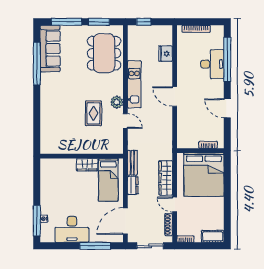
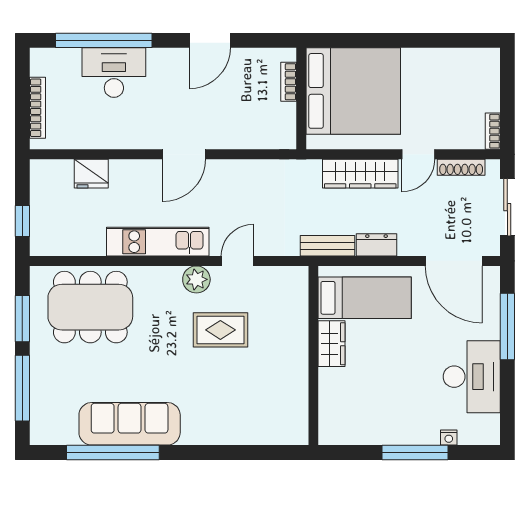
sofa: (50, 49) -> (130, 424), moved
window: (37, 221) -> (415, 453), moved
cot: (213, 236) -> (487, 72), removed

